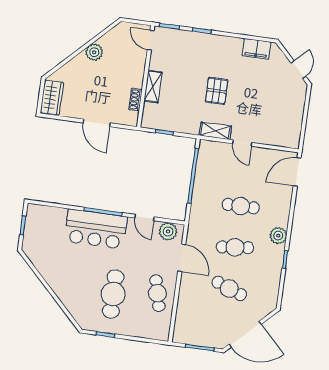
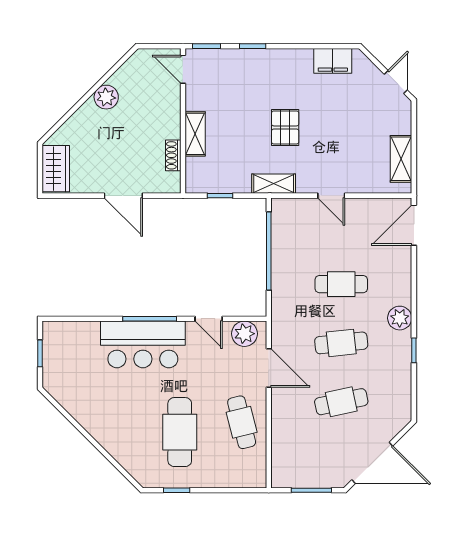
shelving: (295, 124) -> (401, 159), added
shelving: (215, 131) -> (274, 184), moved
cafe table: (229, 288) -> (341, 402), turned -33

